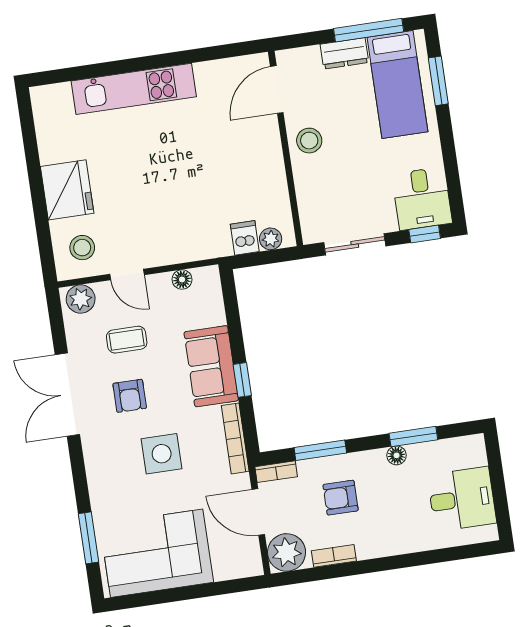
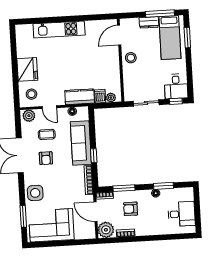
kitchen counter: (197, 244) -> (80, 97), added
sofa: (211, 366) -> (81, 143), width x1.36
side table: (162, 454) -> (35, 193), moved

